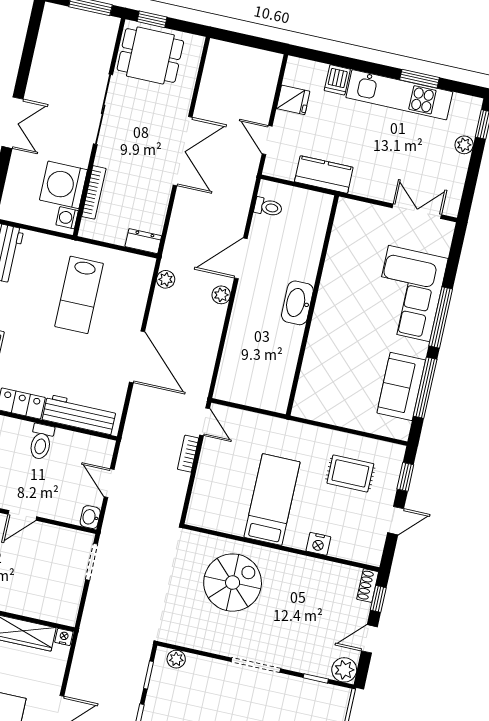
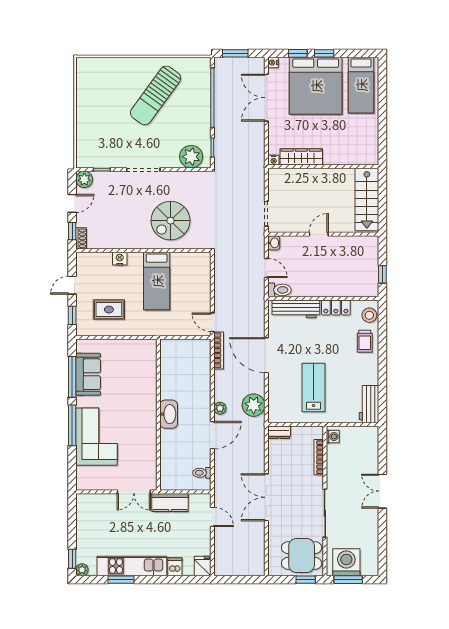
fridge: (293, 100) -> (203, 566), moved, turned 90
plant: (464, 145) -> (82, 570), moved
washing machine: (63, 185) -> (346, 562), moved, turned -90
double door: (417, 211) -> (134, 492), moved
plant: (166, 279) -> (254, 405), width x1.88, depth x1.88
toilet: (41, 442) -> (279, 290), moved, turned 90
bookcase: (188, 454) -> (219, 350), moved, width x1.56
plant: (176, 659) -> (191, 157), width x1.87, depth x1.87

